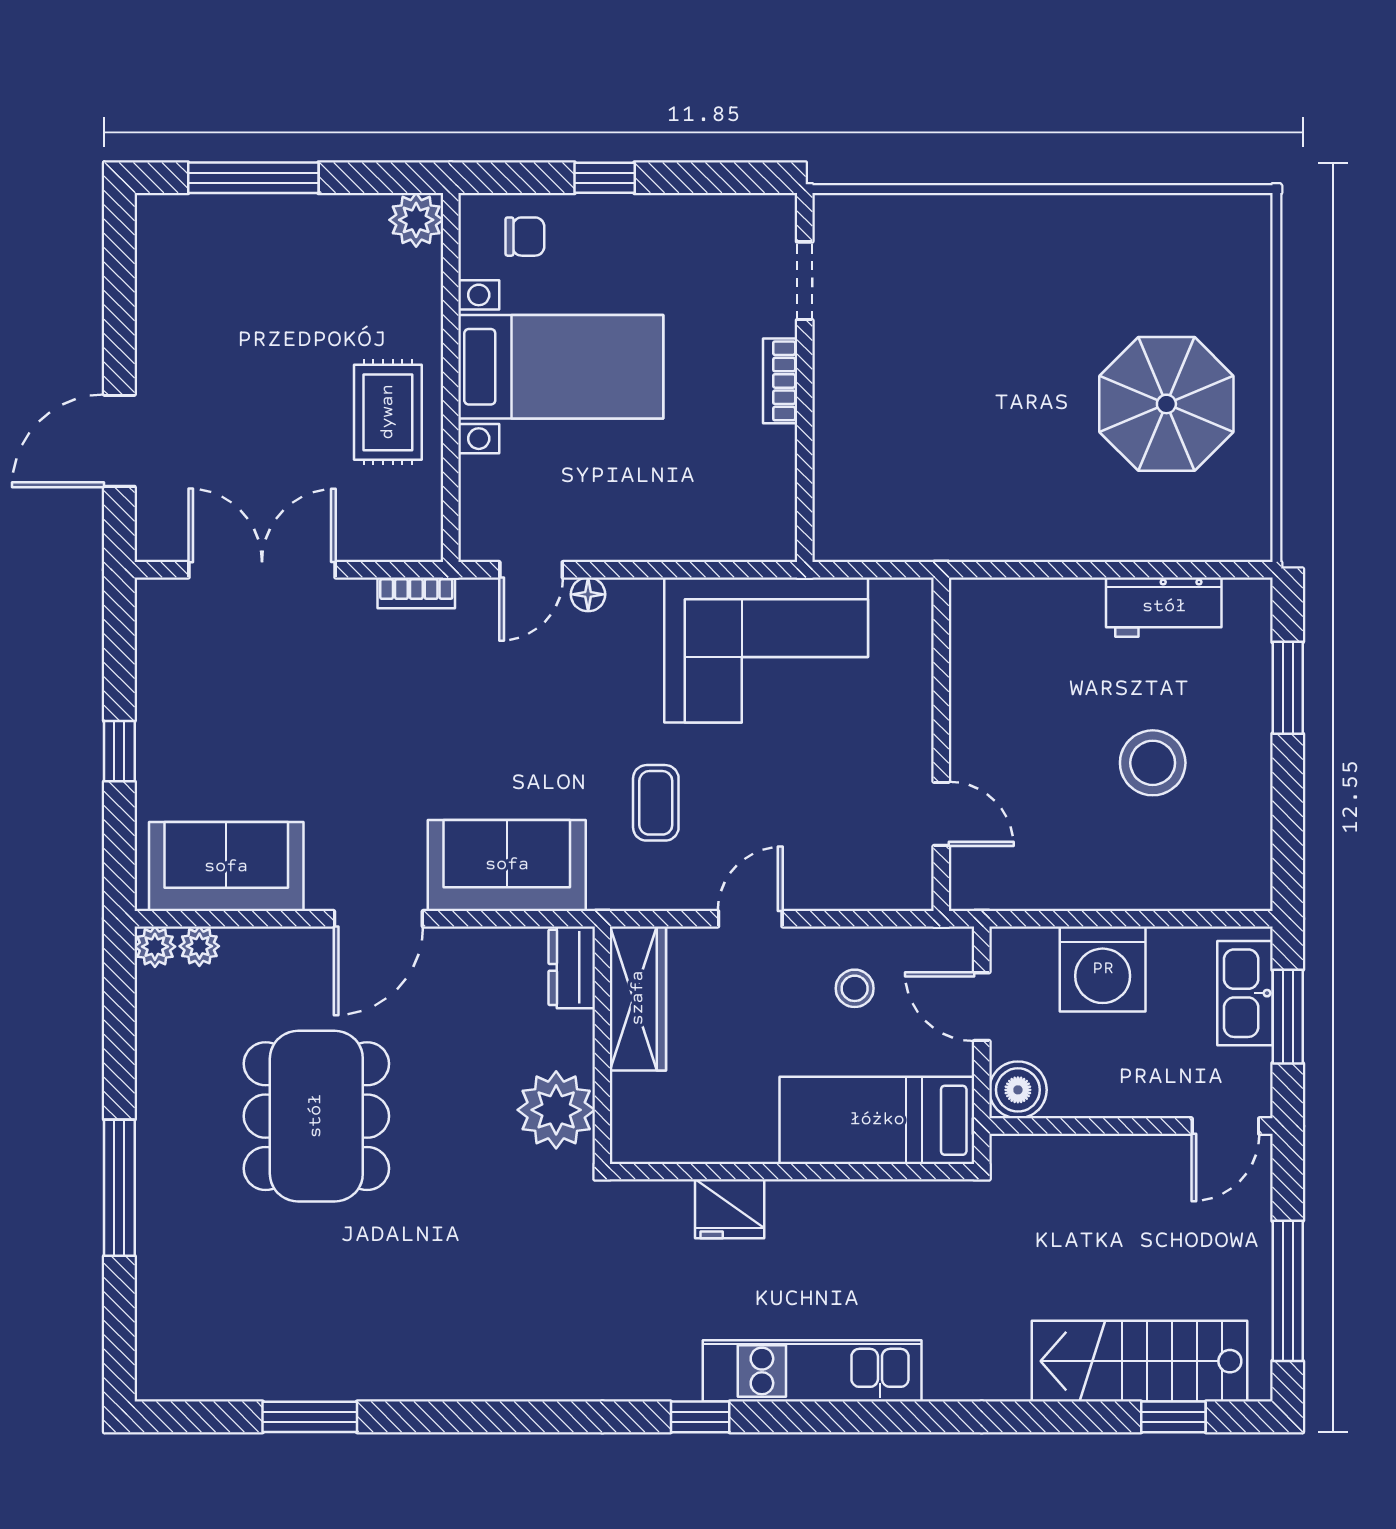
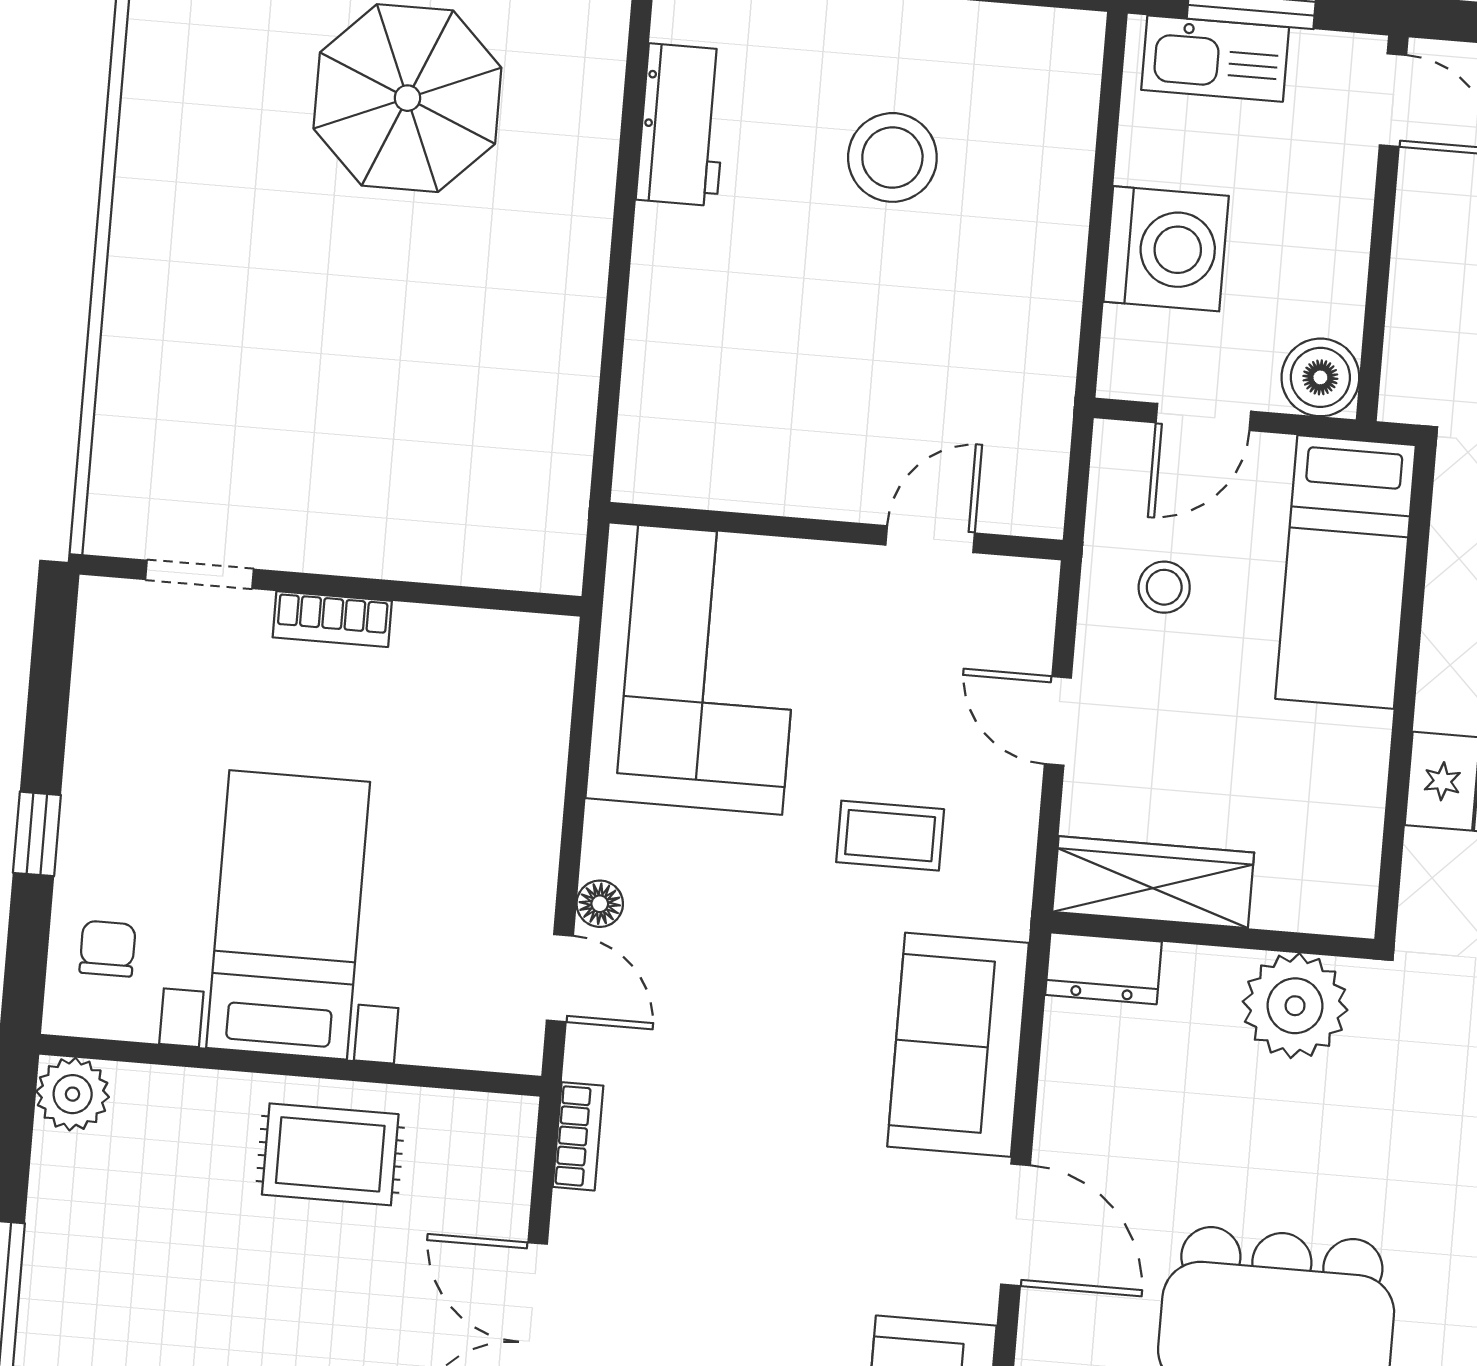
wall: (941, 744) -> (836, 531), moved
door: (941, 814) -> (930, 539), moved

